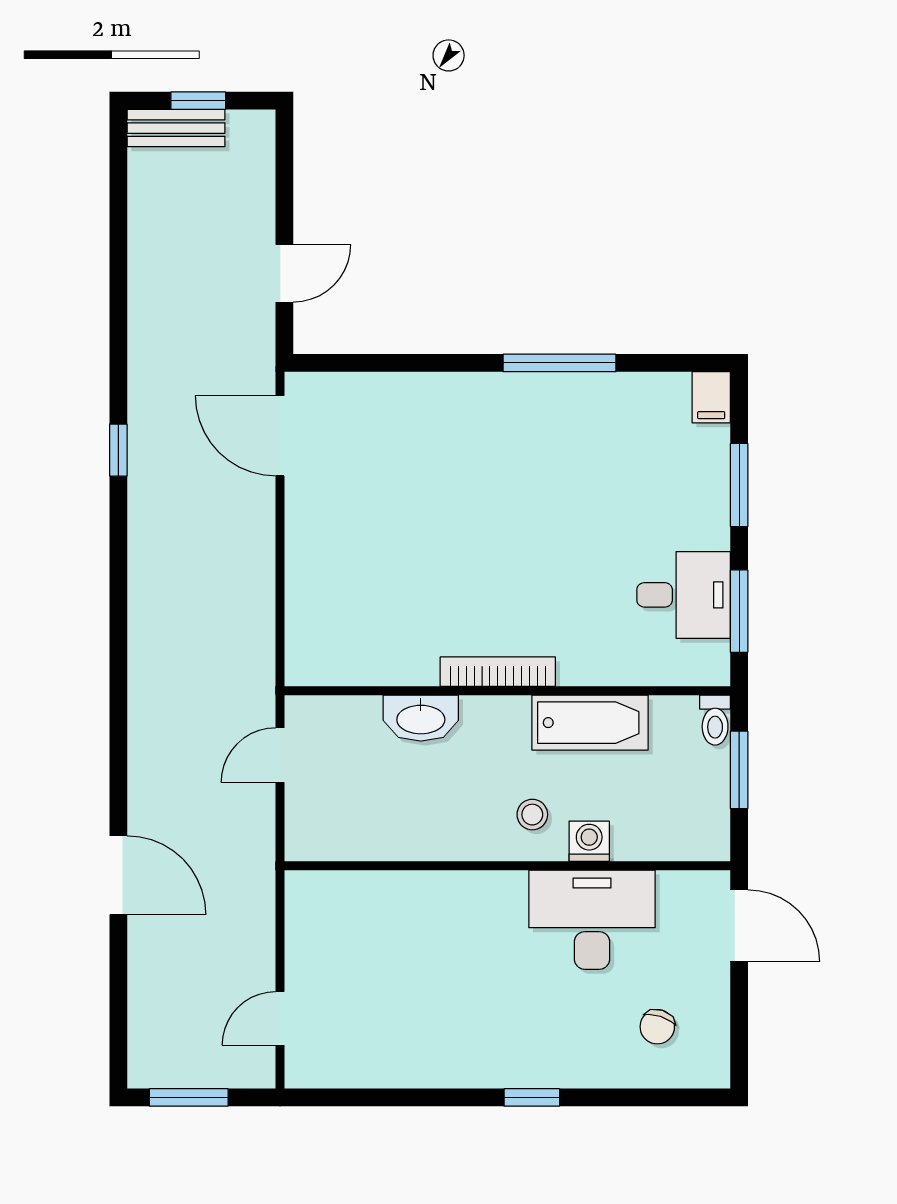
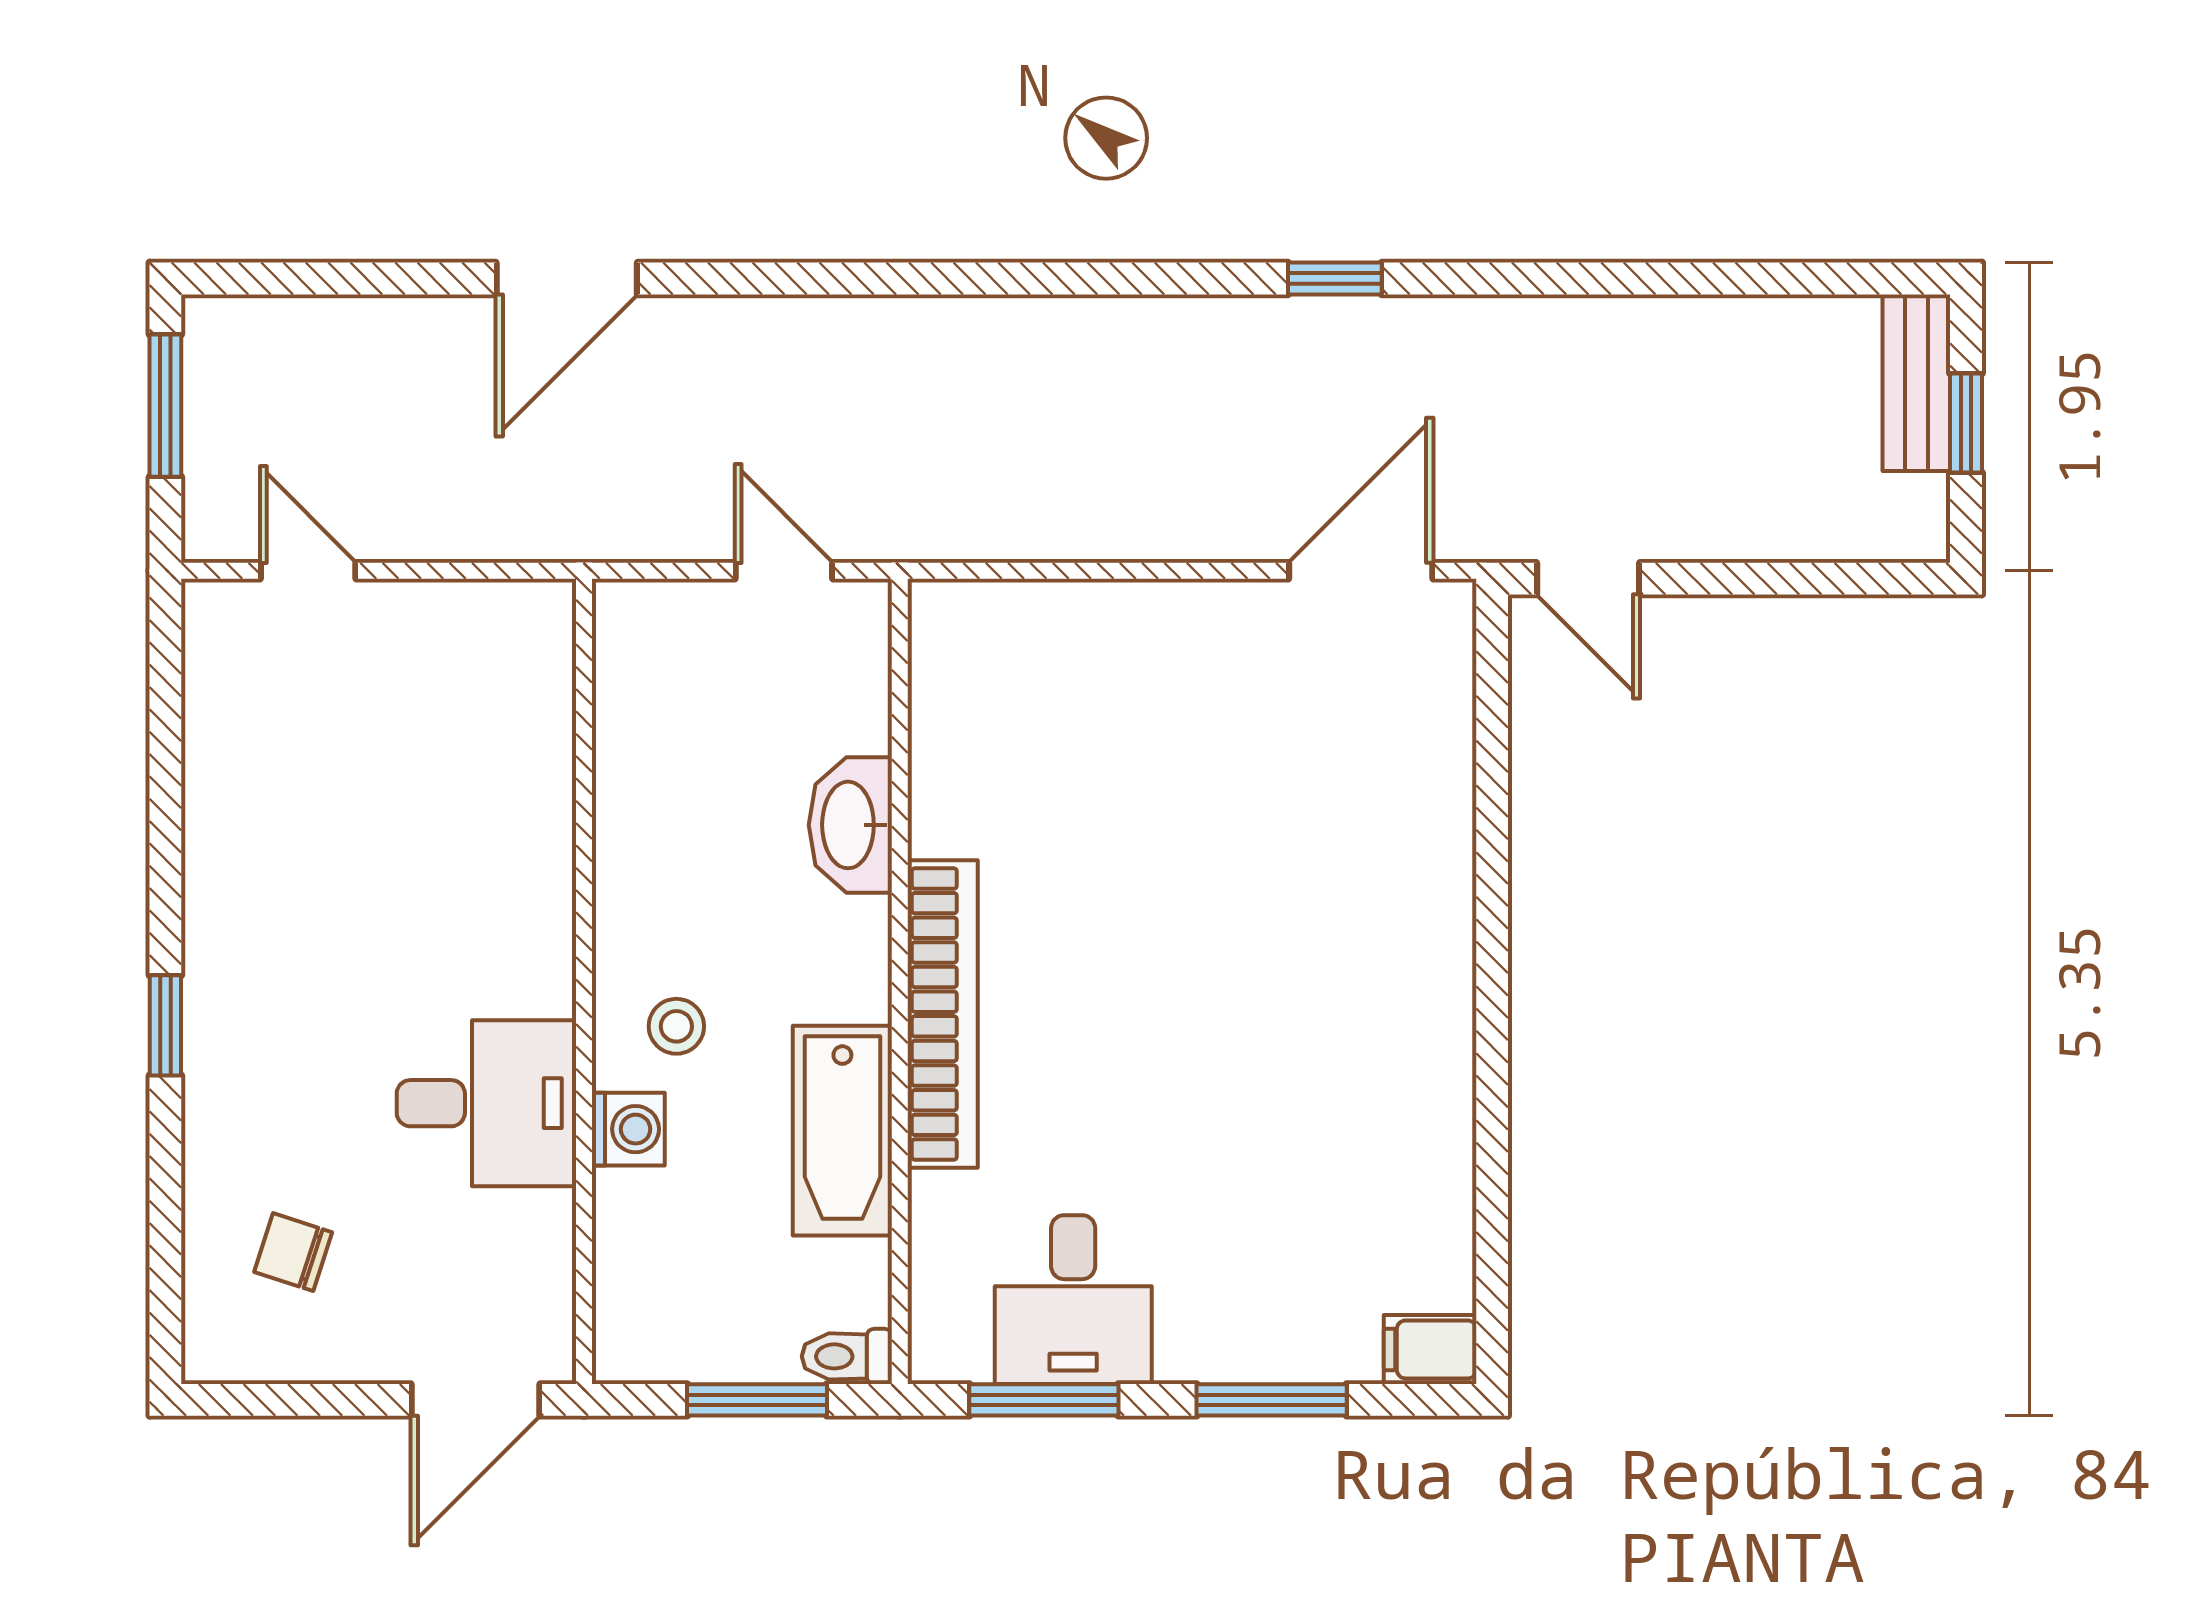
door: (284, 273) -> (1588, 579), moved
window: (560, 363) -> (1492, 1075), removed
bookcase: (498, 672) -> (943, 1014), width x1.48, depth x1.31
desk: (592, 920) -> (486, 1103), width x0.73

